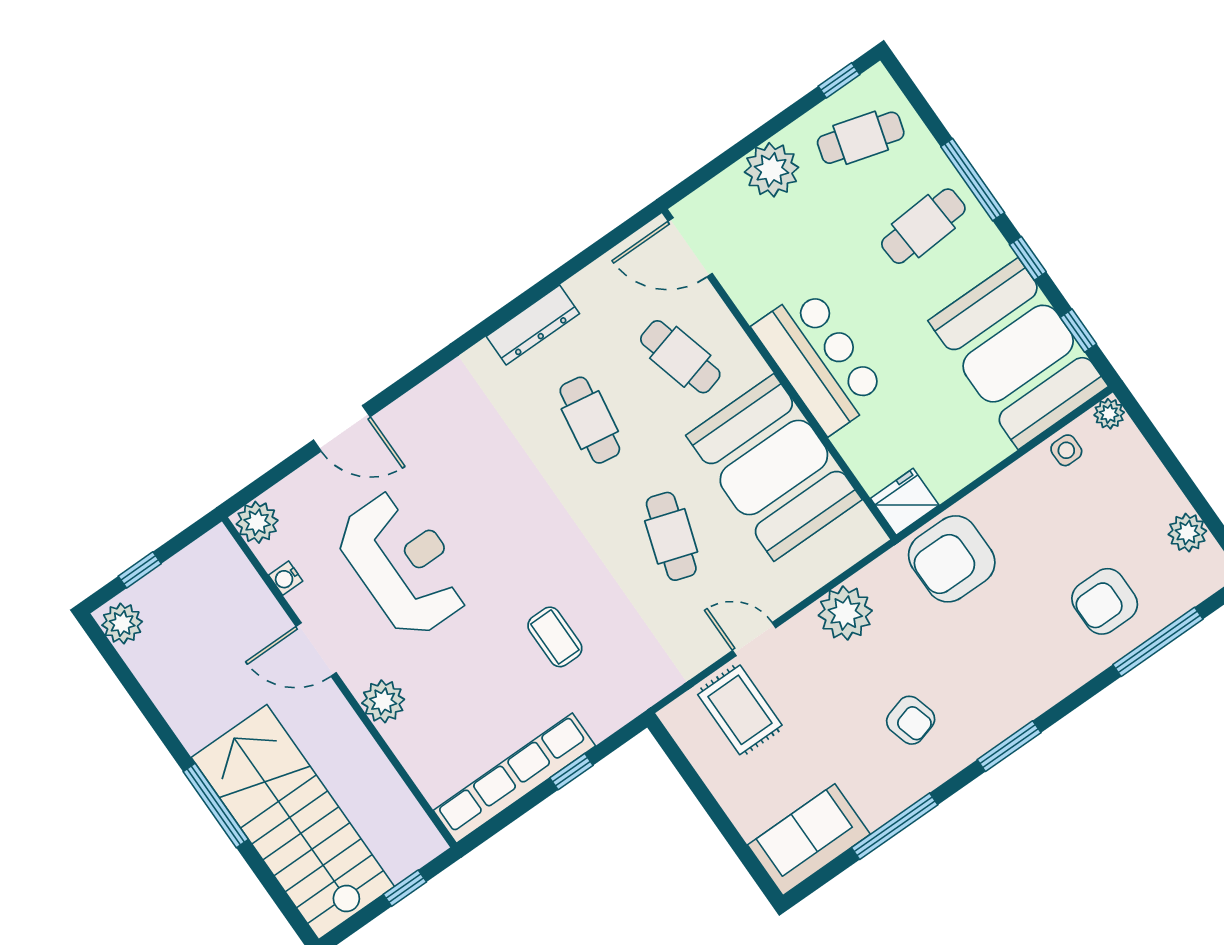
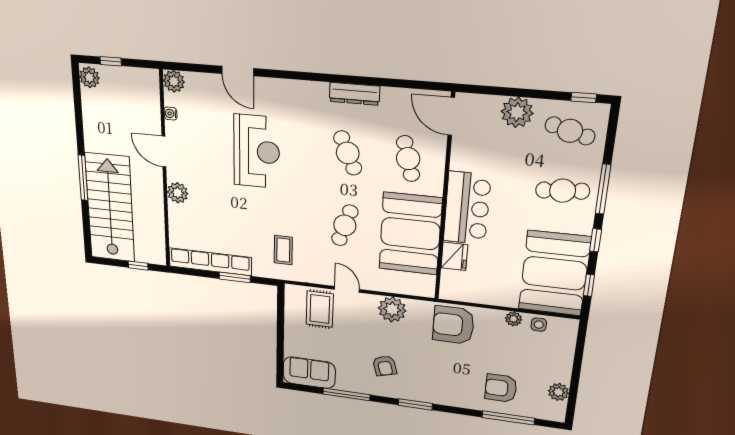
plant: (1109, 414) -> (514, 319), moved
cafe table: (590, 420) -> (348, 153), turned -33
fridge: (905, 502) -> (454, 256), moved, turned 90
reception desk: (404, 563) -> (257, 151), moved
coffee table: (555, 637) -> (283, 250), moved
window: (571, 772) -> (235, 277), width x1.50

